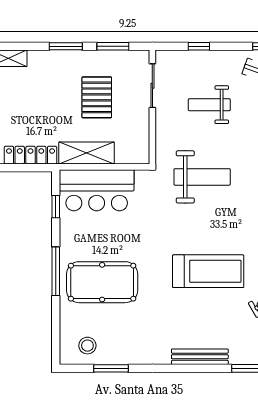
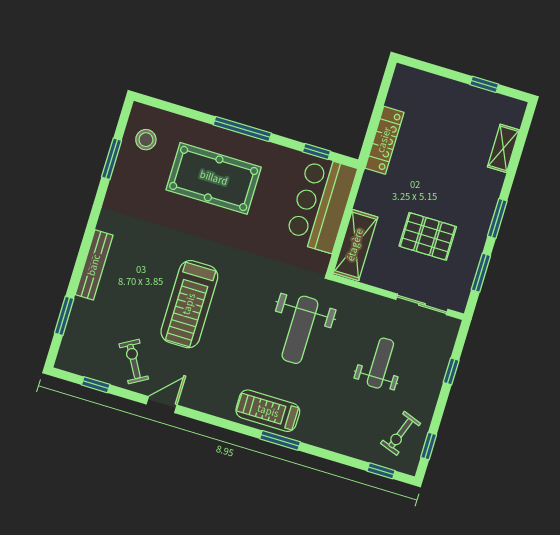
shelving: (87, 153) -> (355, 245), moved
pool table: (102, 282) -> (214, 178), turned 90

